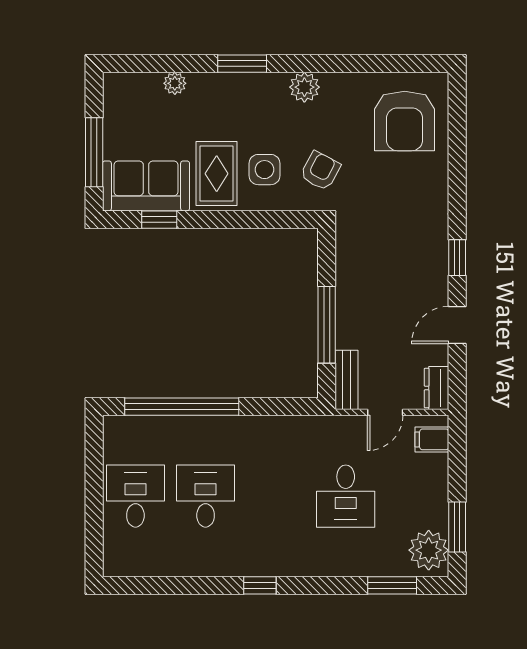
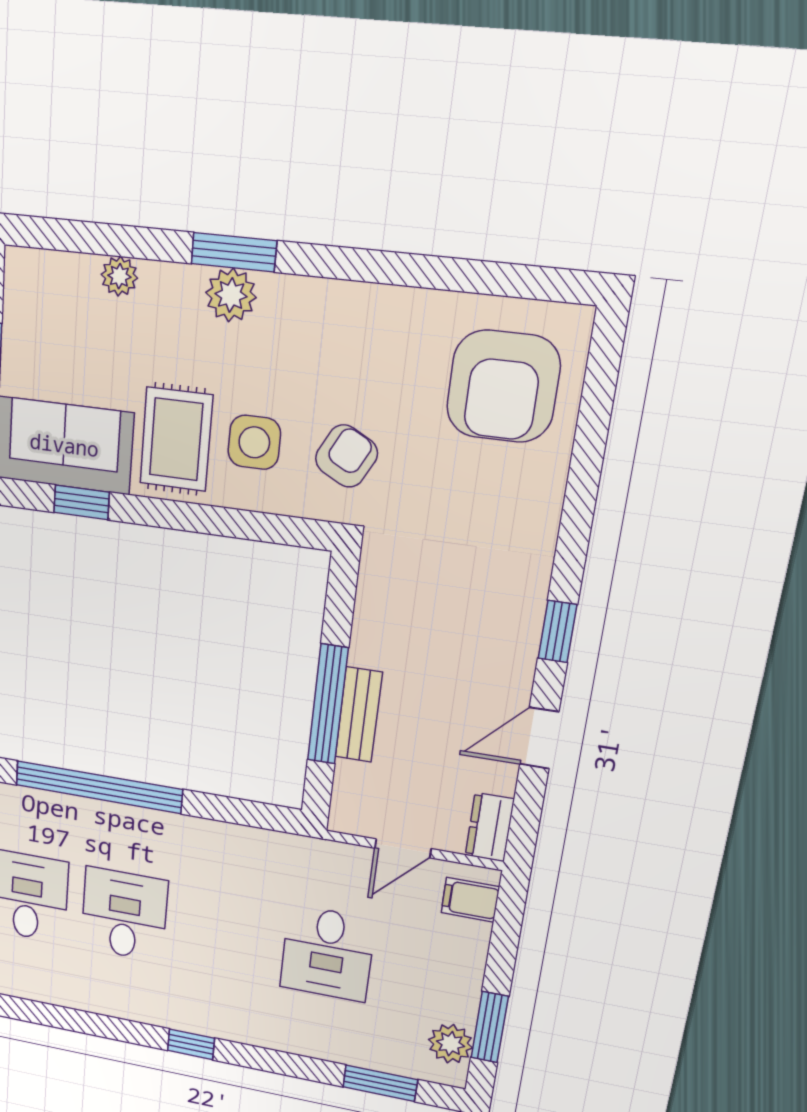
plant: (304, 87) -> (231, 295), moved
bench: (347, 380) -> (359, 715), moved
plant: (429, 550) -> (450, 1044), width x0.73, depth x0.73

